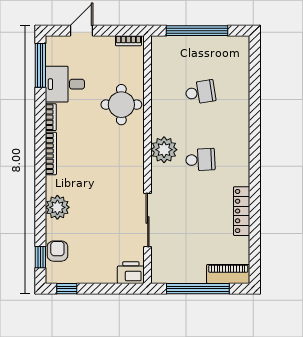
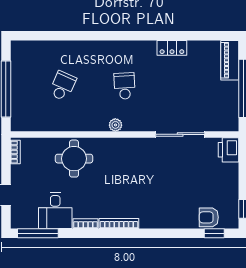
school desk: (200, 92) -> (63, 86), turned 33
plant: (164, 150) -> (115, 125), width x0.53, depth x0.53
plant: (57, 207) -> (169, 217), removed
locker: (242, 211) -> (172, 48), width x0.66

